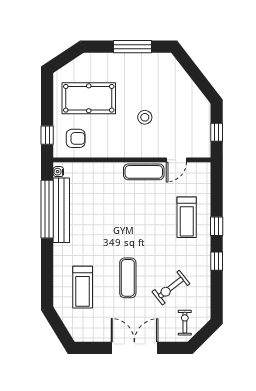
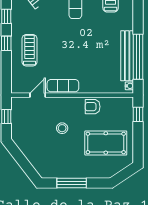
armchair: (76, 138) -> (93, 107), moved

